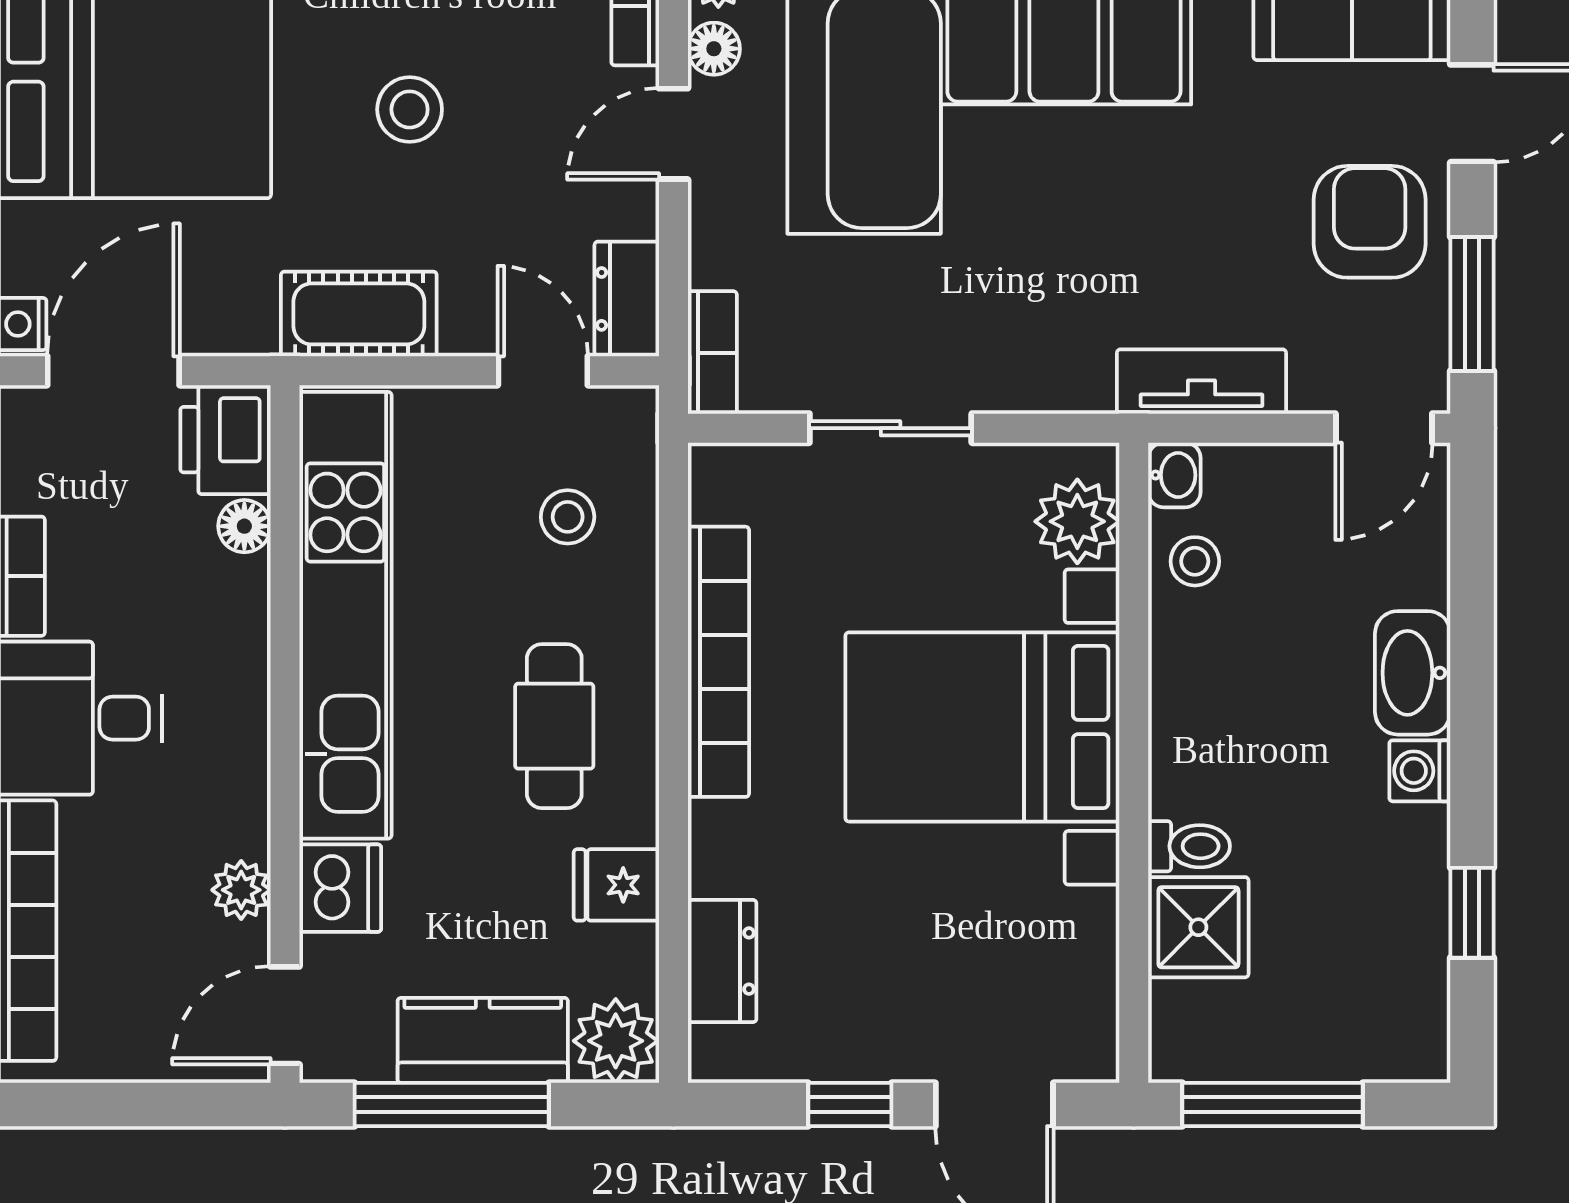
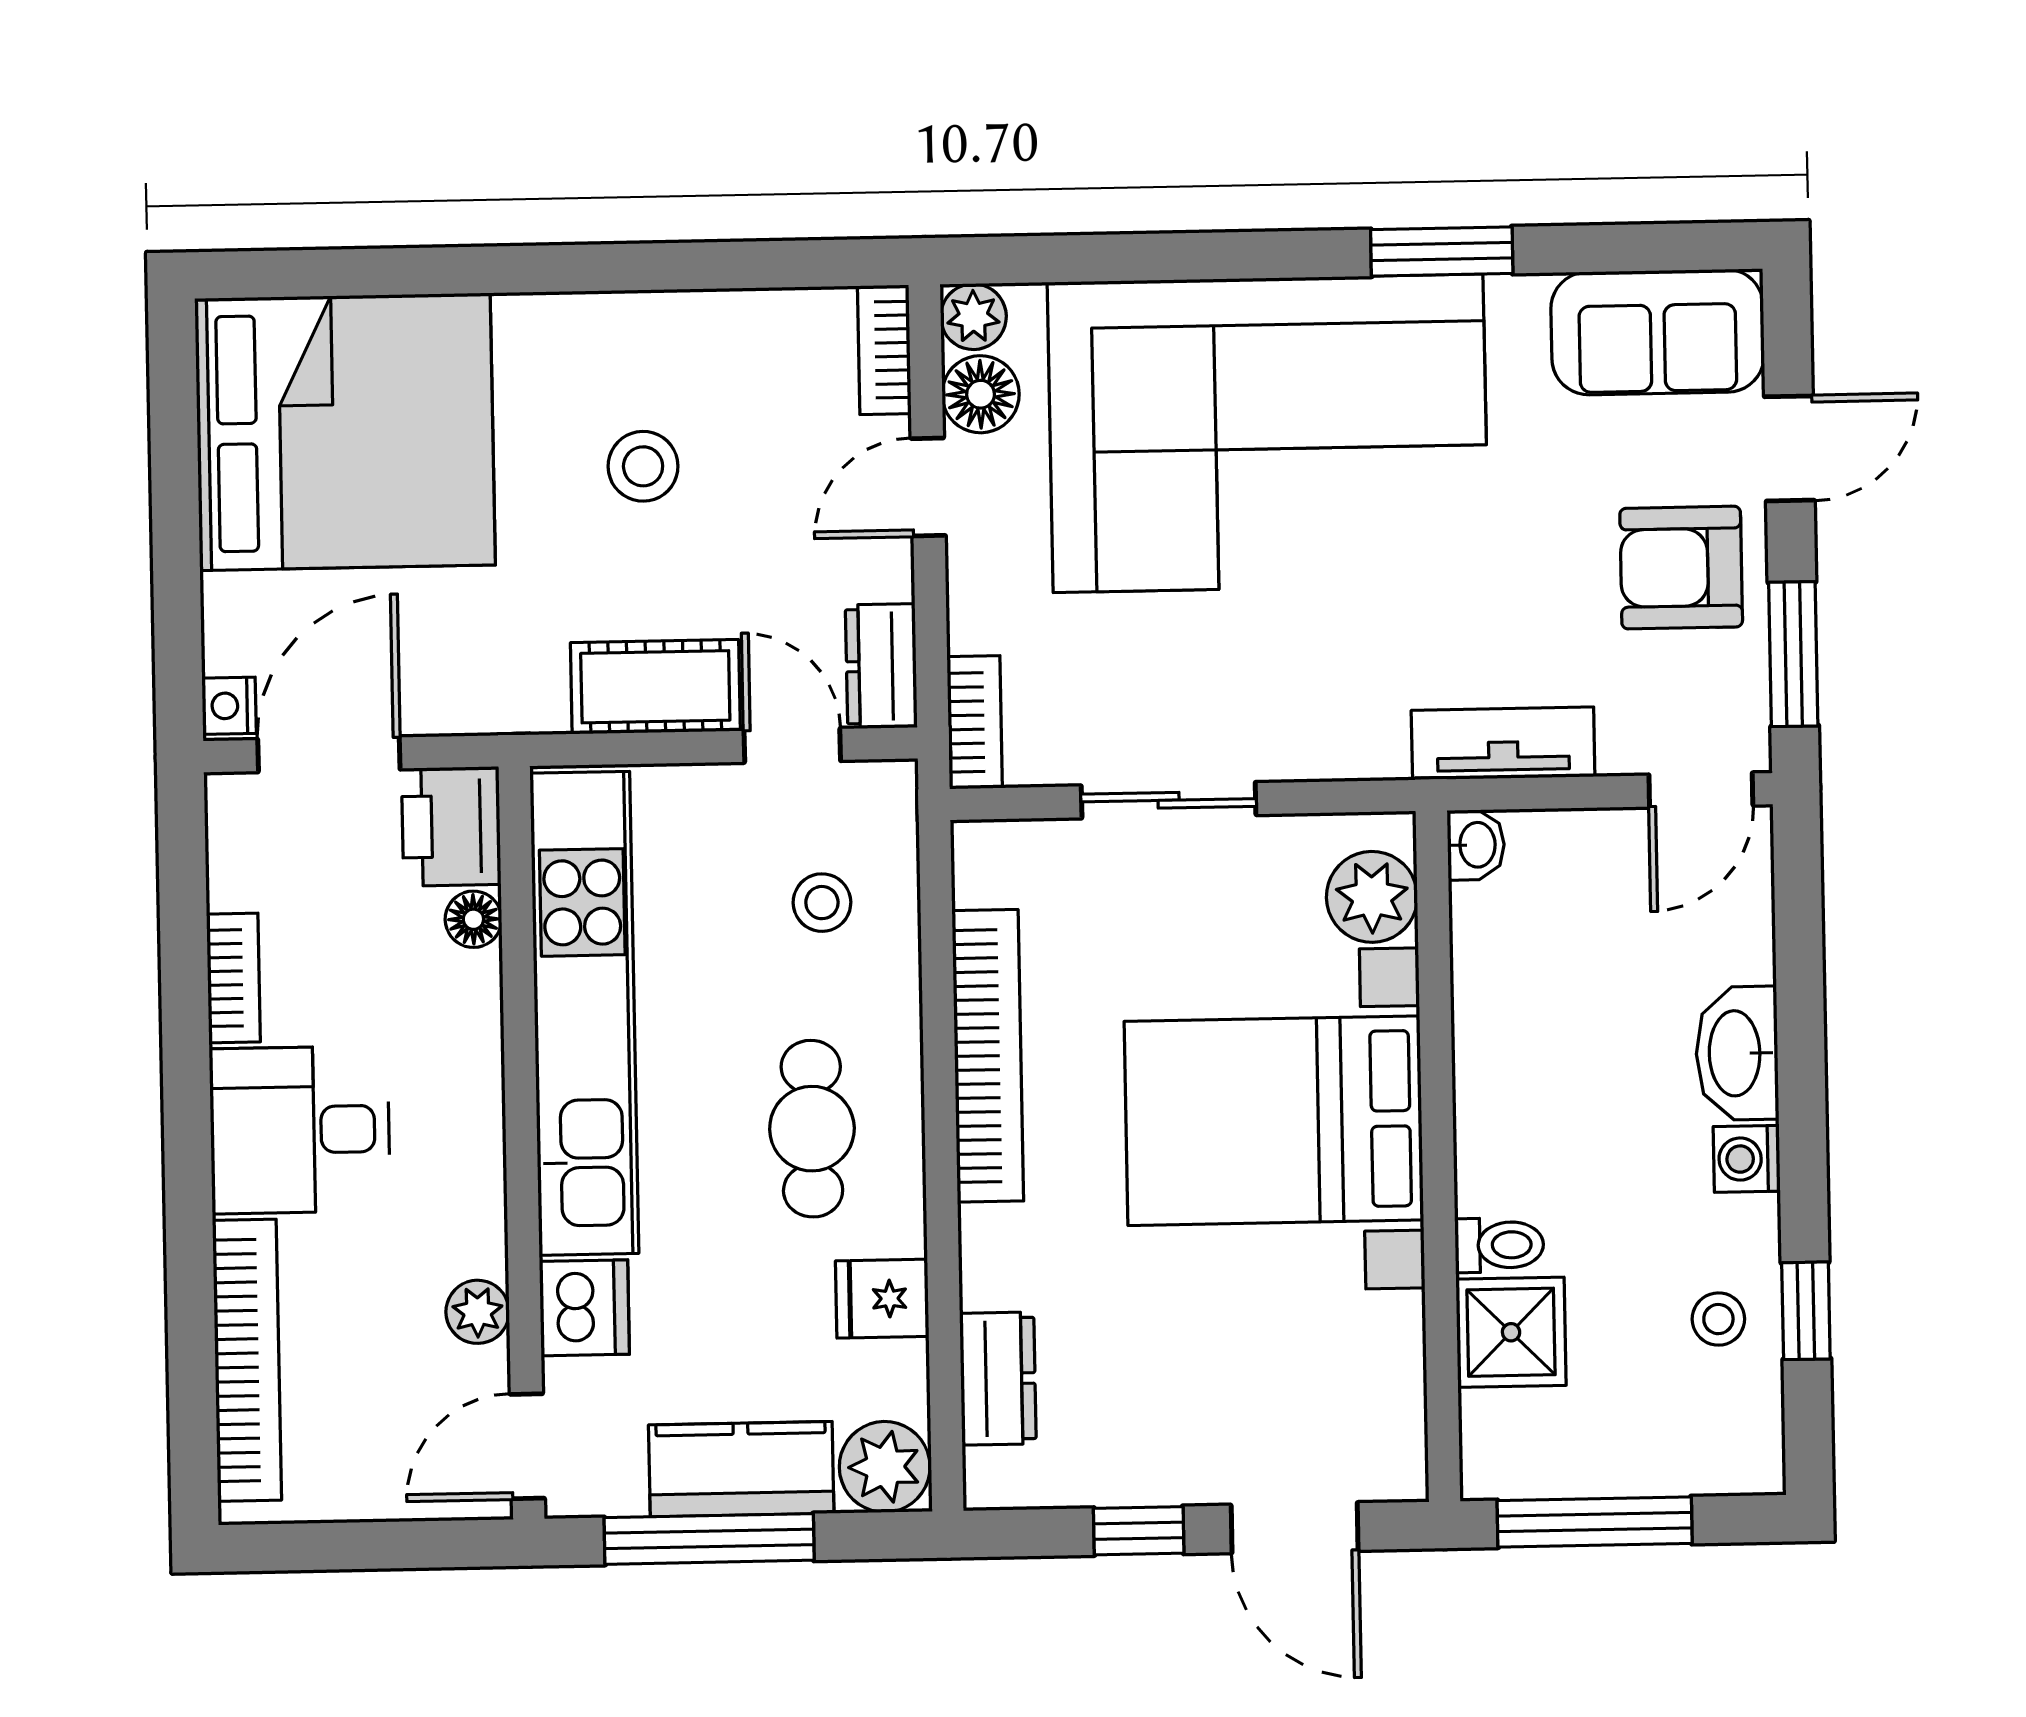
floor lamp: (714, 49) -> (981, 394), width x1.37, depth x1.37
armchair: (1370, 222) -> (1681, 568), turned -90
cot: (359, 314) -> (655, 687), moved
stool: (1195, 561) -> (1718, 1319), moved

